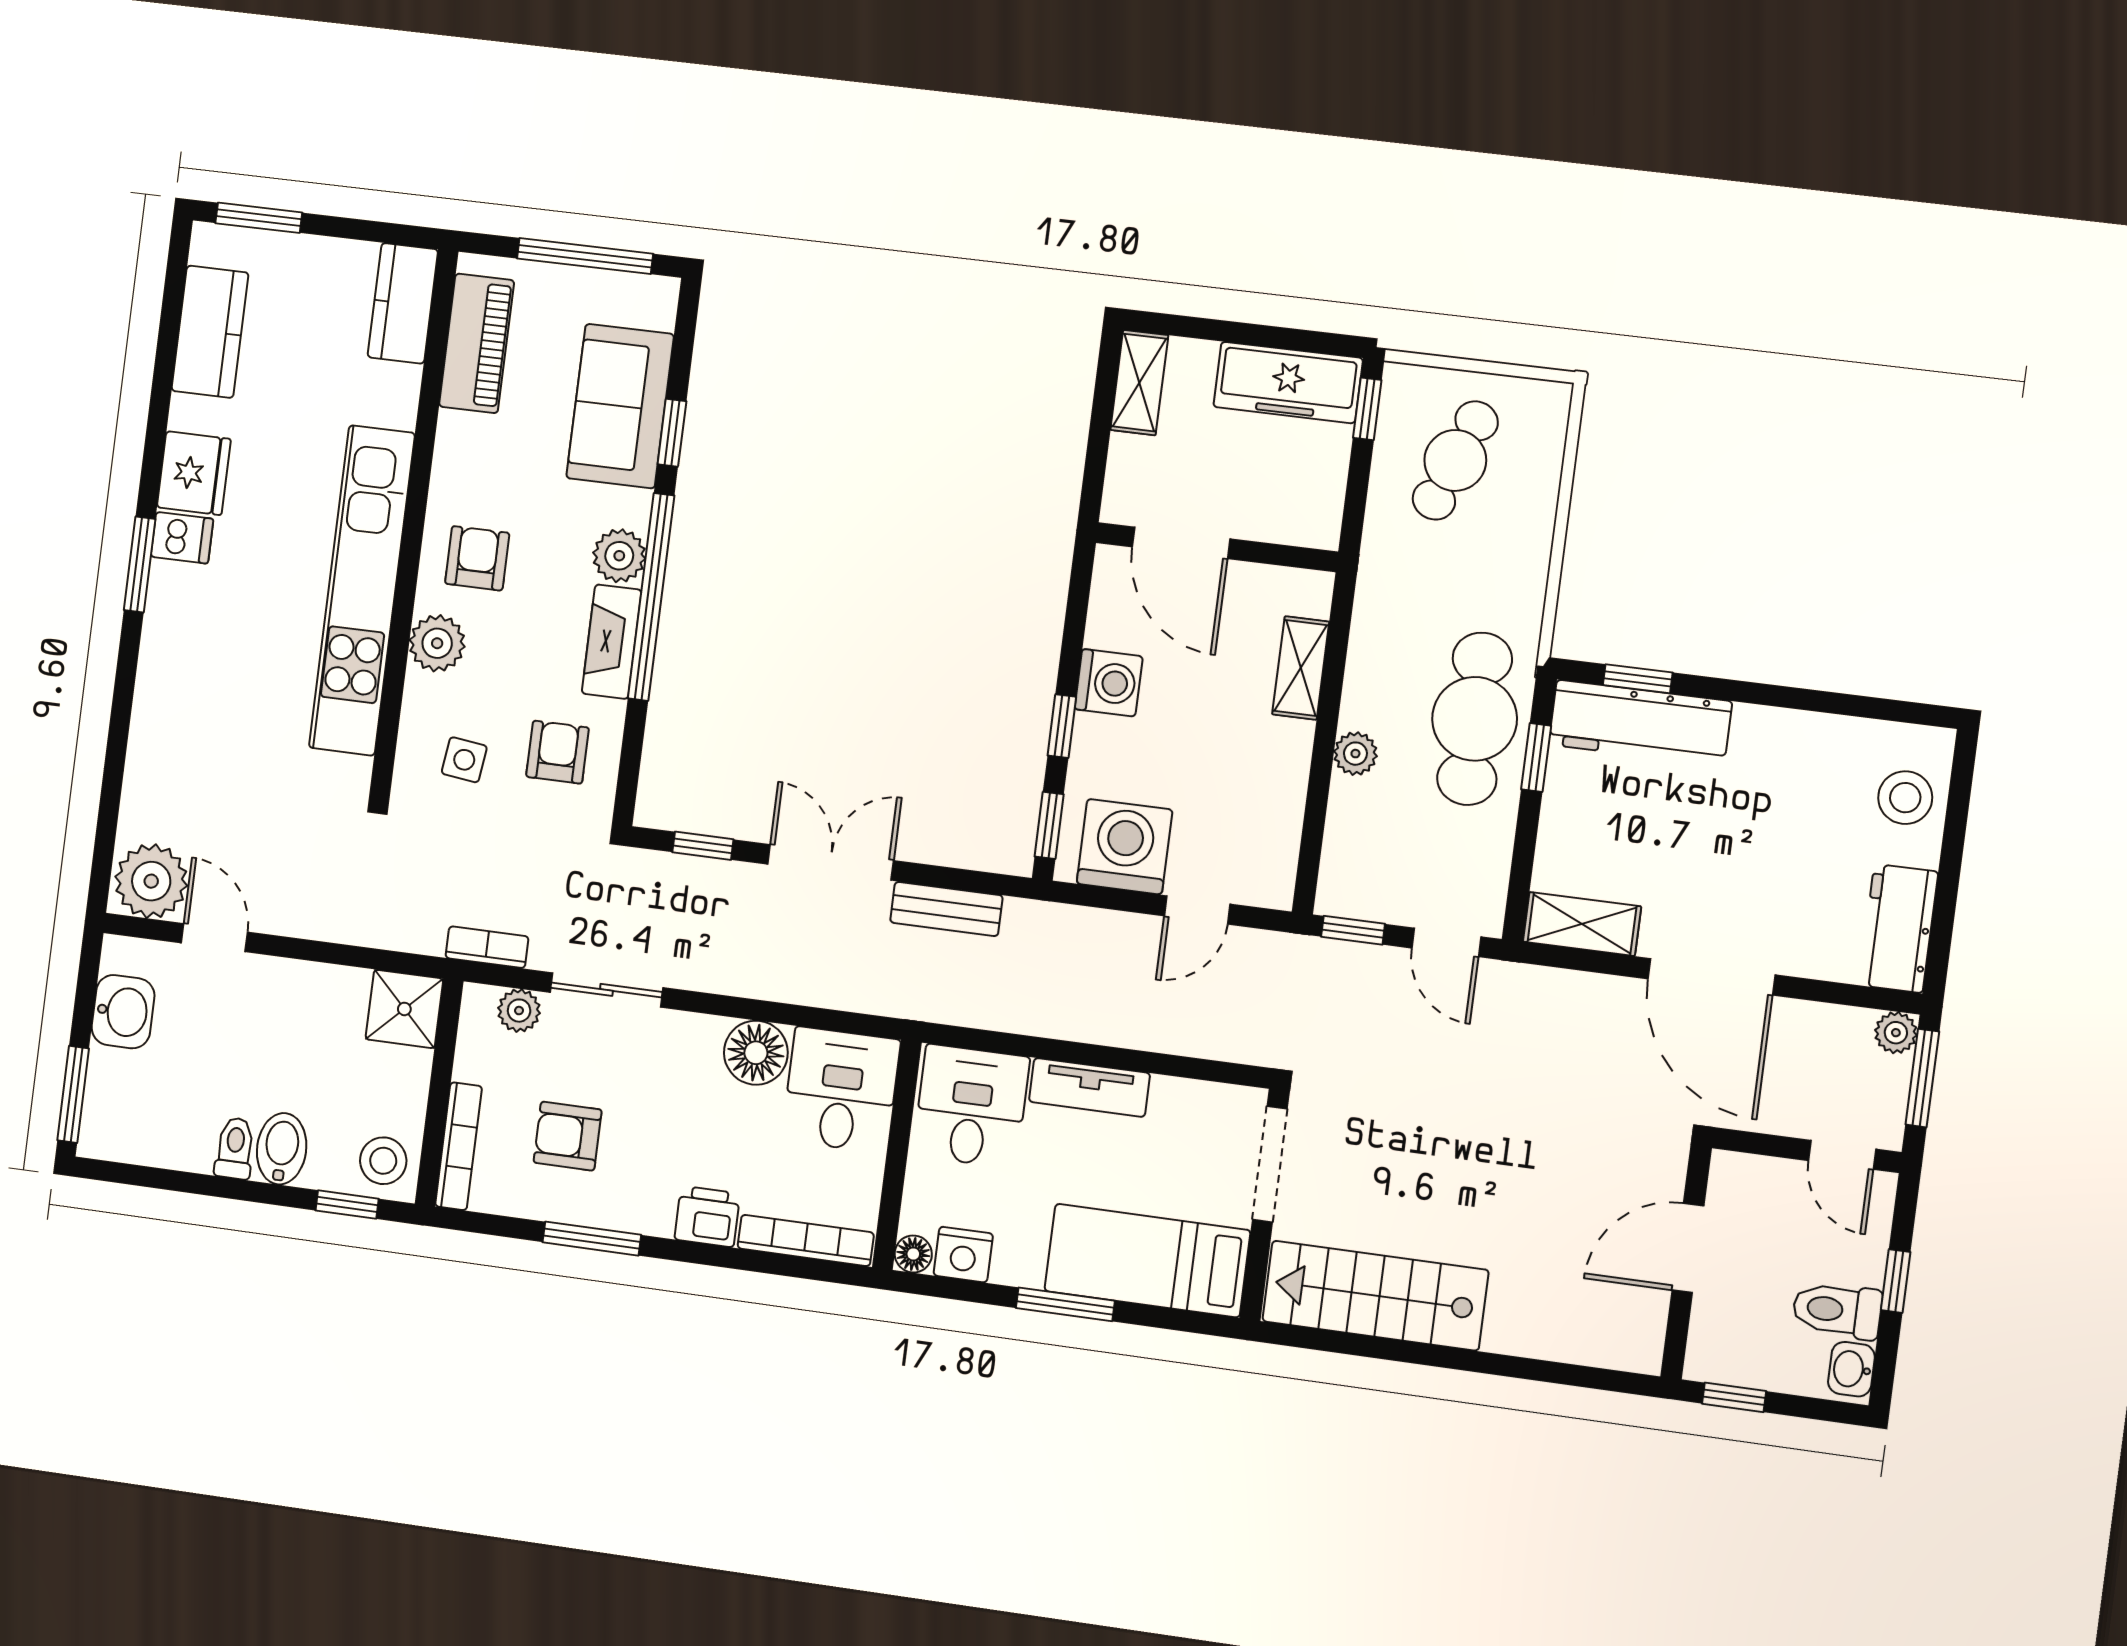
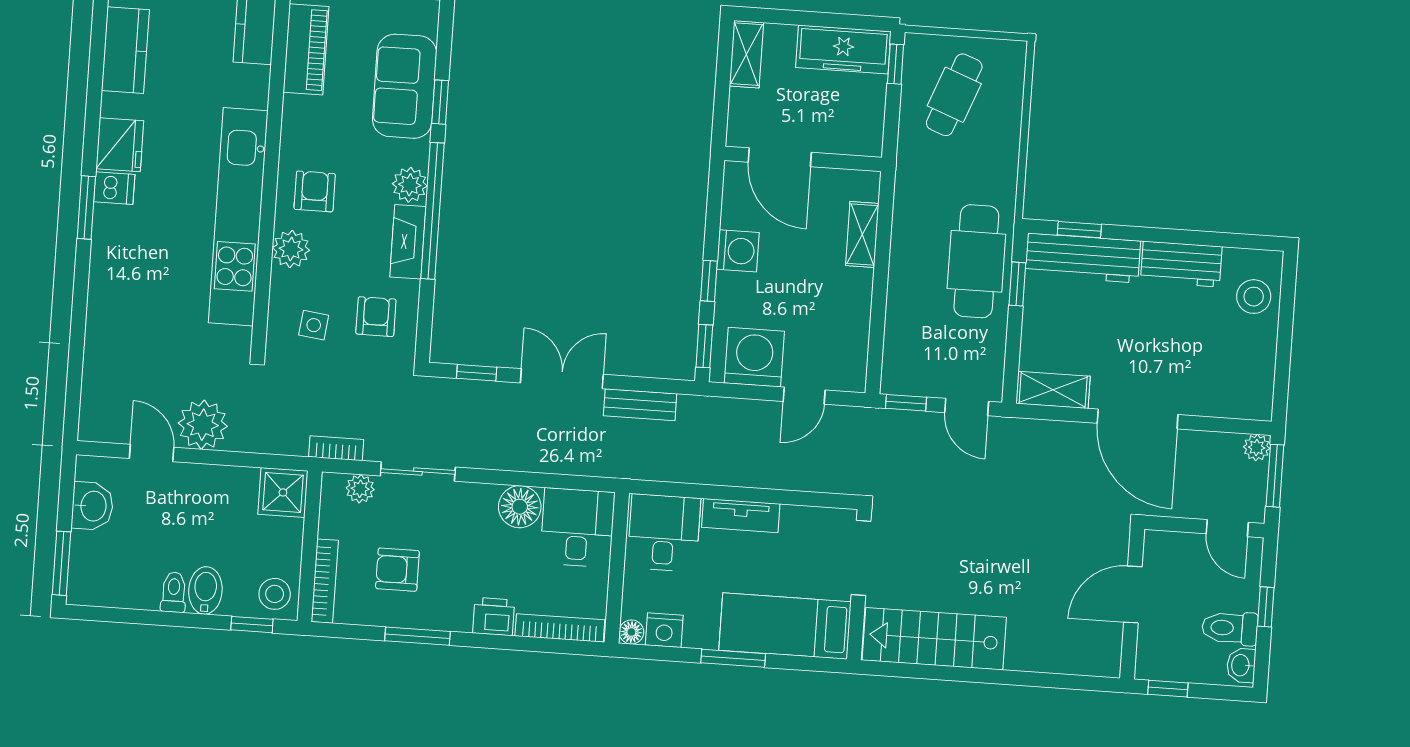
plant: (1355, 754) -> (901, 288), removed
plant: (151, 881) -> (203, 425), moved
workbench: (1898, 928) -> (1181, 264), moved, turned -90

